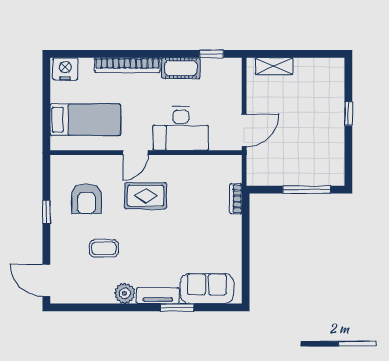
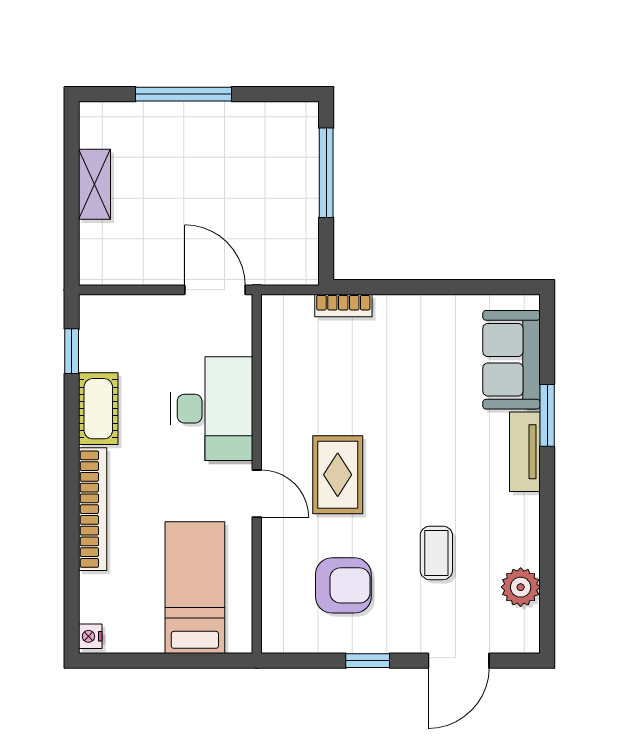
shelving: (274, 66) -> (95, 184), moved
nightstand: (65, 69) -> (90, 636), width x0.53, depth x0.56
window: (348, 114) -> (184, 94), width x2.17
door: (46, 280) -> (459, 661), moved
plant: (125, 293) -> (521, 587), moved

